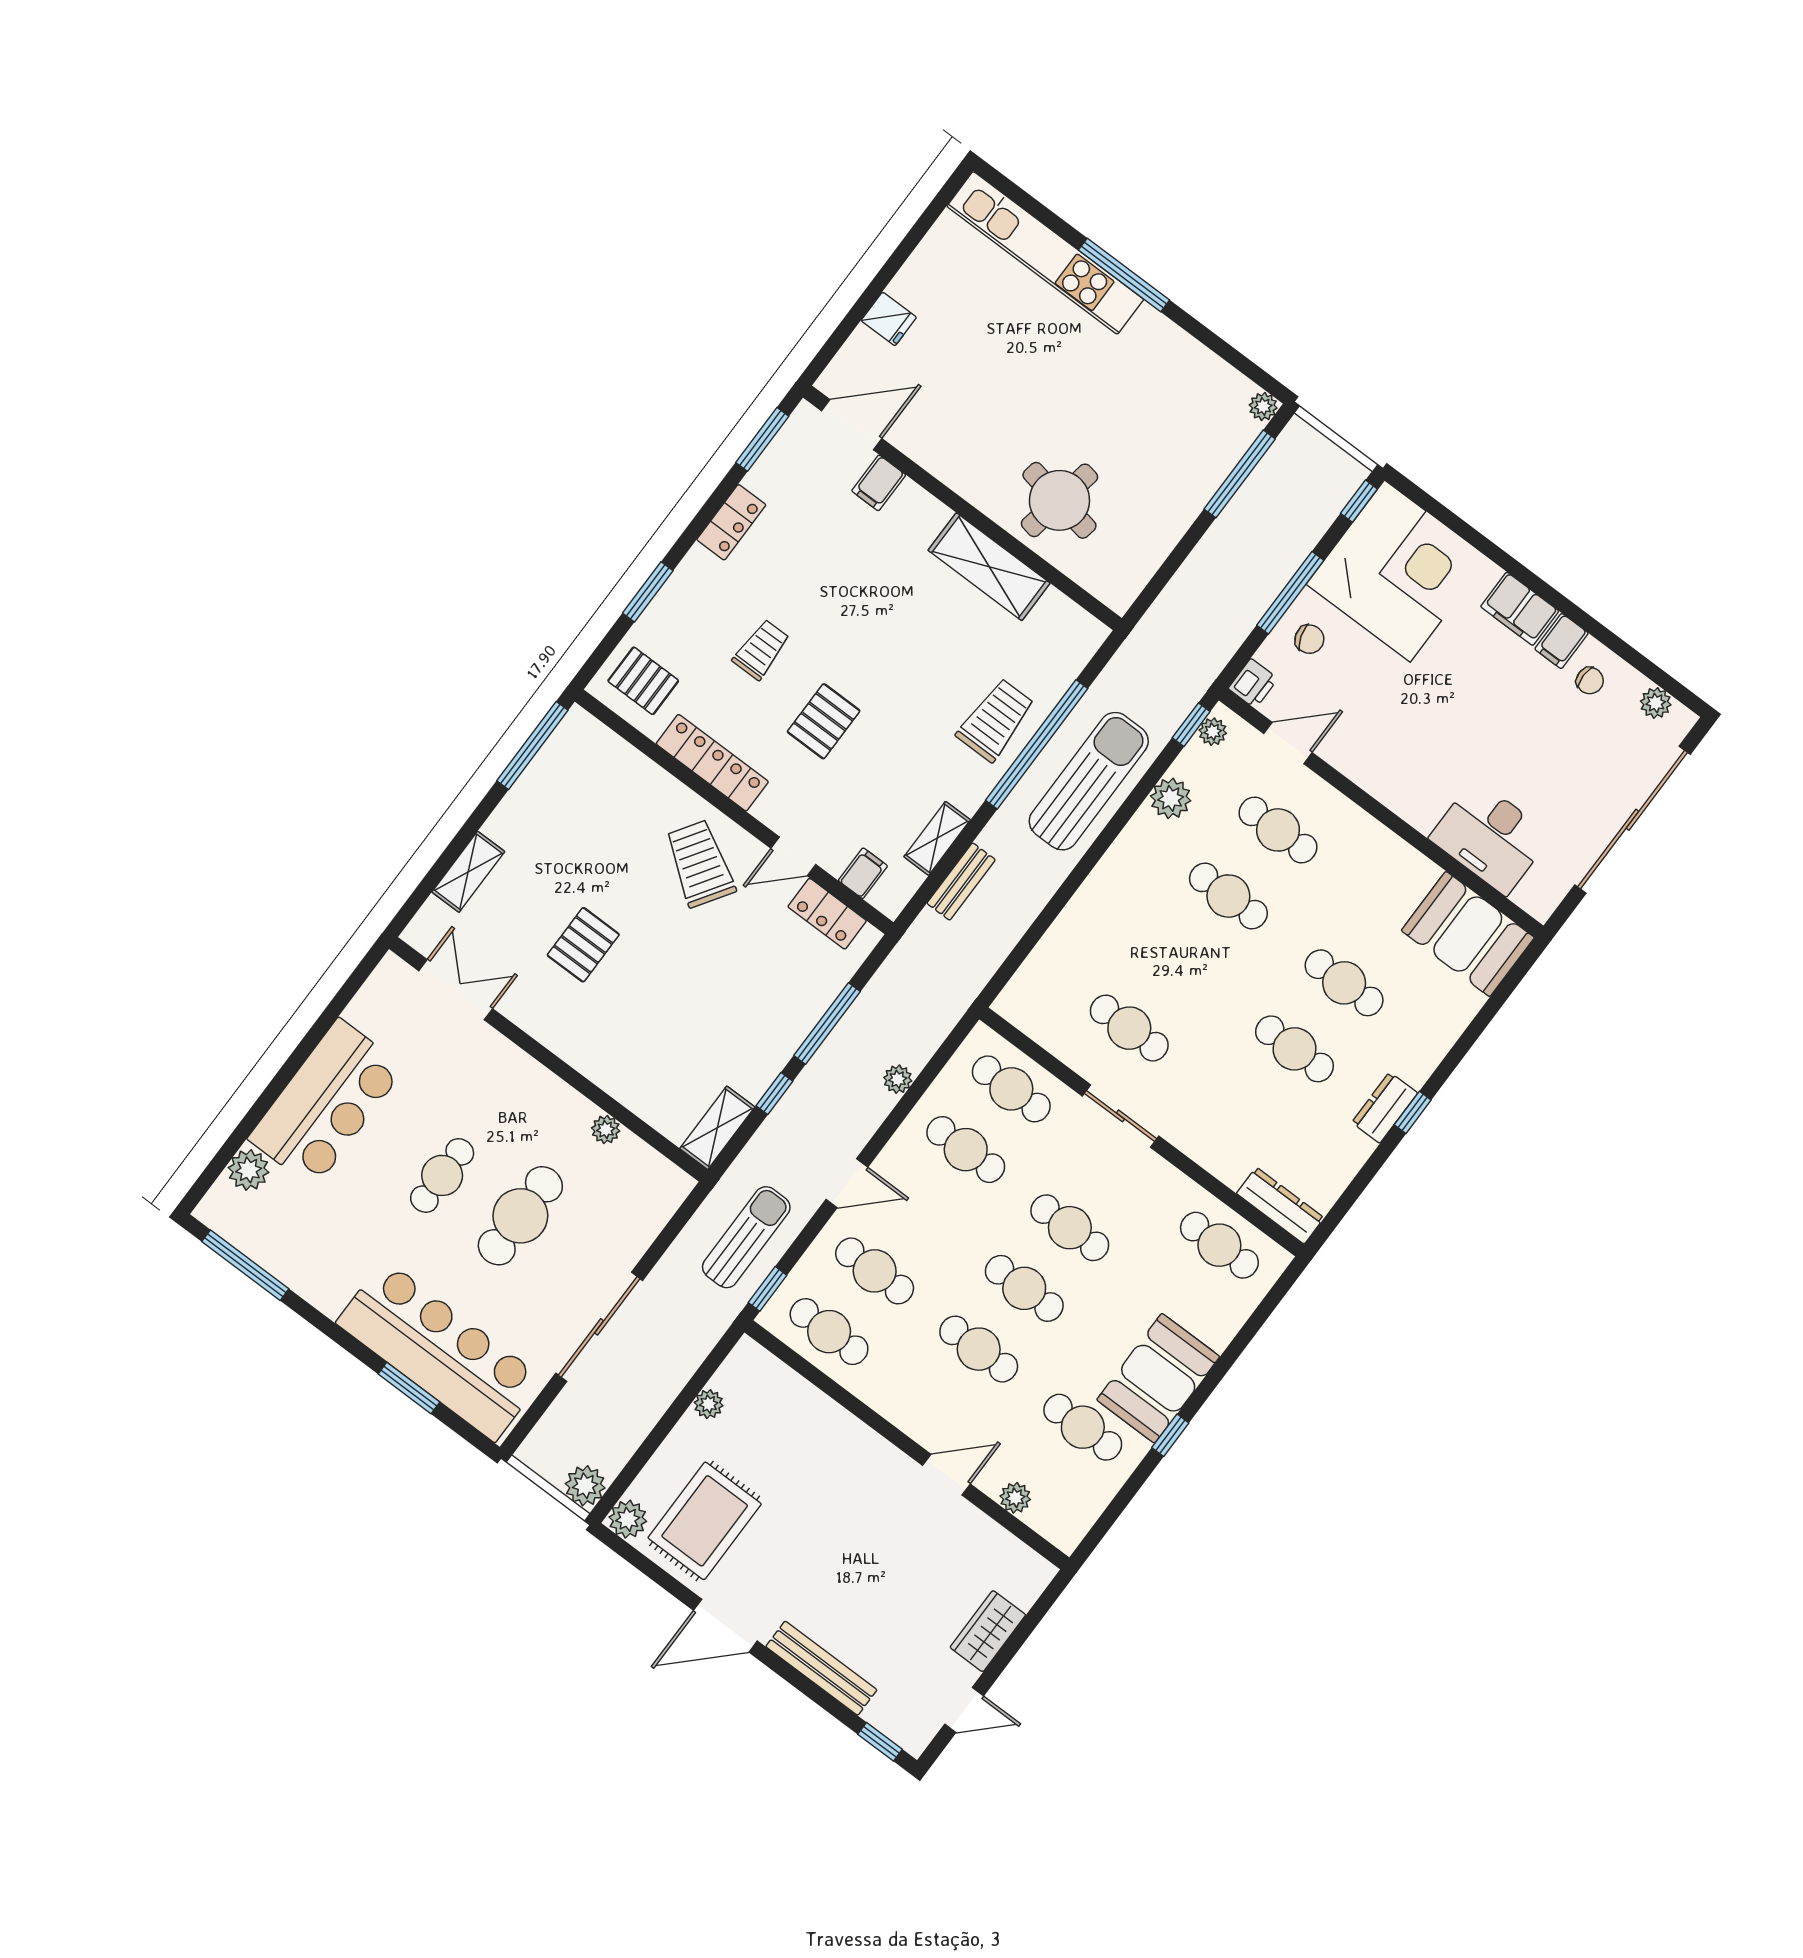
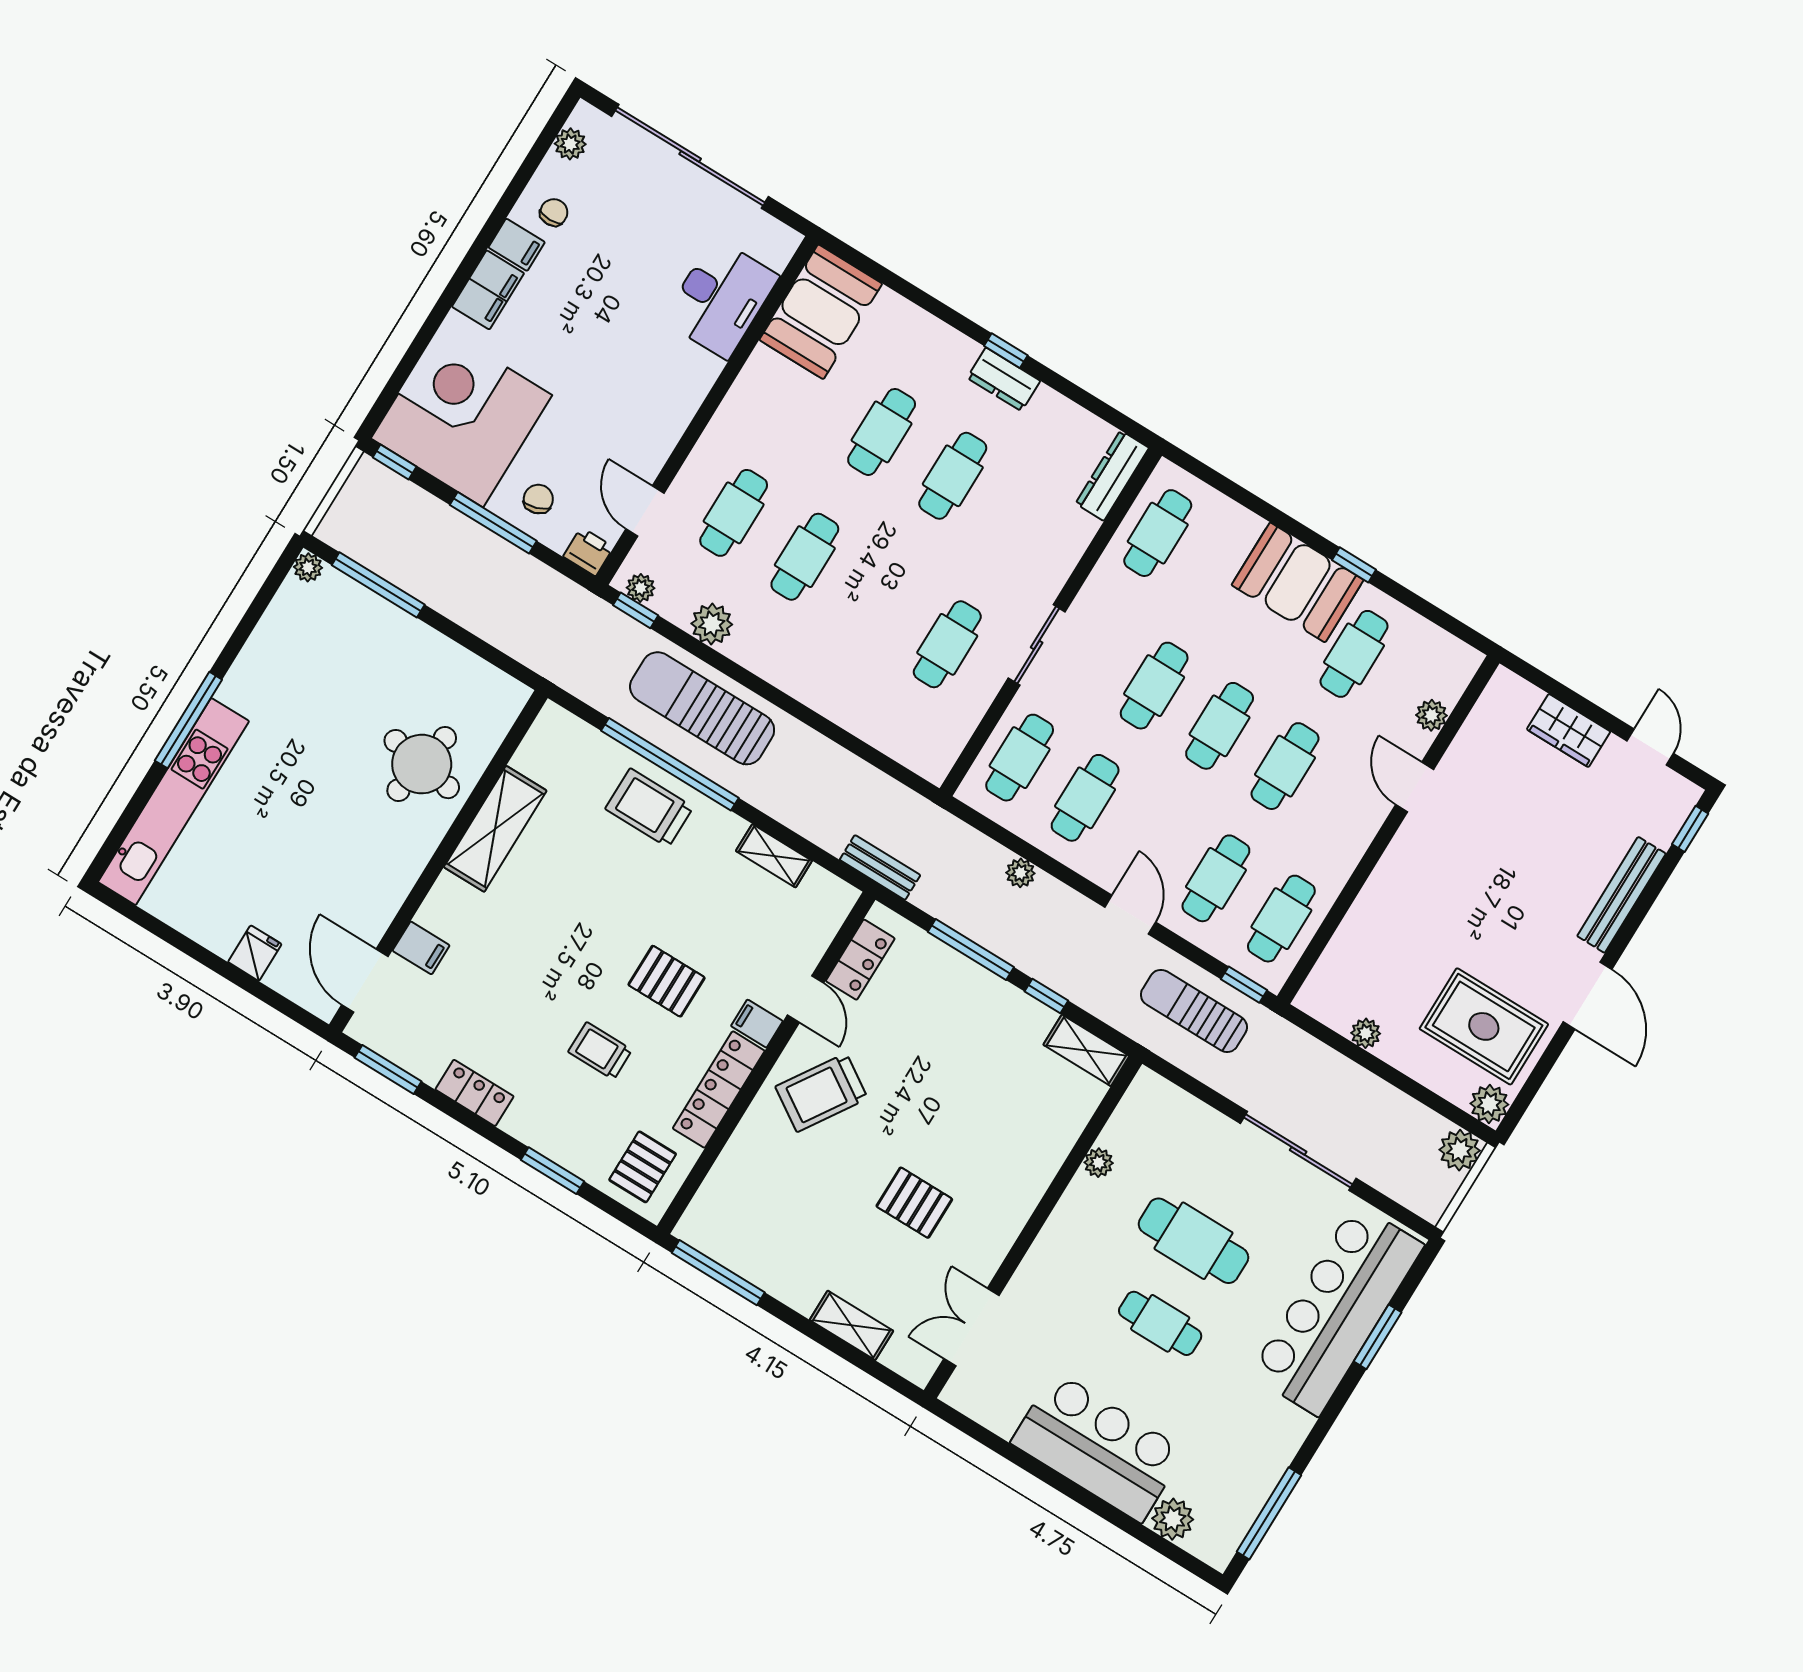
filing cabinet: (863, 873) -> (757, 1024), moved
bench: (961, 882) -> (880, 867), moved

